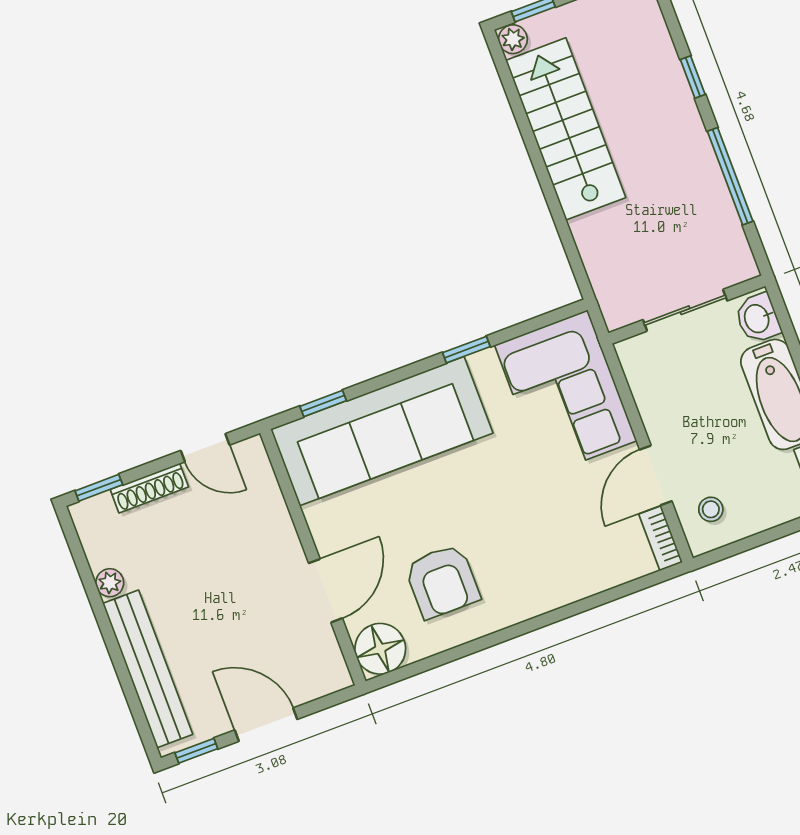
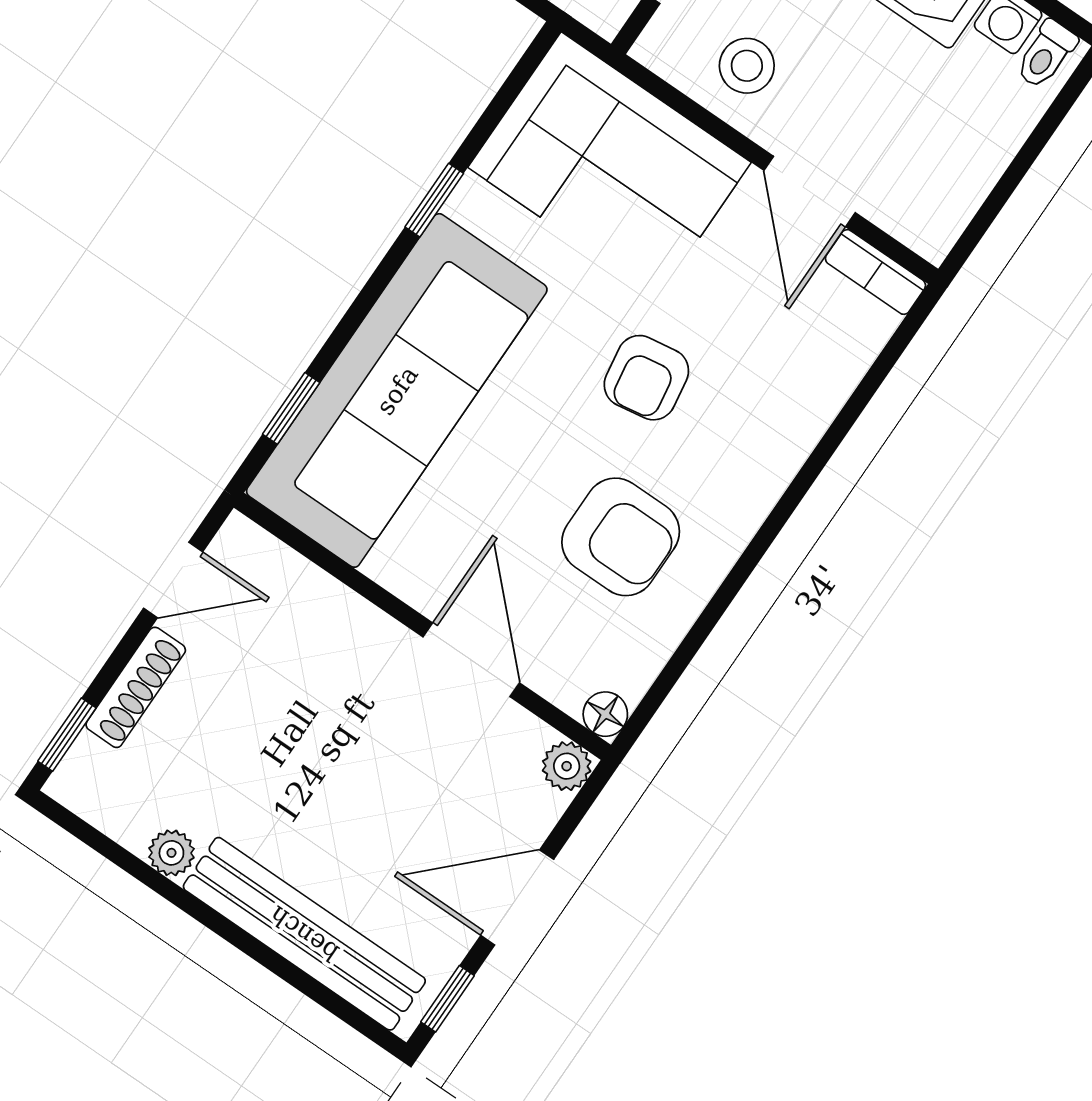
stool: (711, 509) -> (747, 66), moved, width x1.37, depth x1.37
armchair: (510, 511) -> (646, 378), added
floor lamp: (380, 649) -> (605, 714), width x0.53, depth x0.53
plant: (336, 677) -> (567, 766), added

